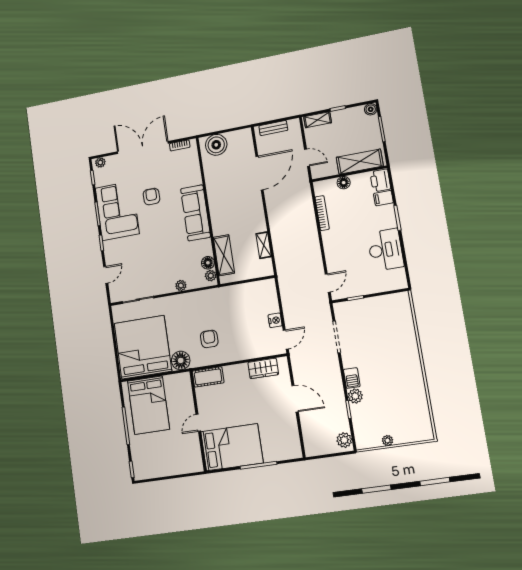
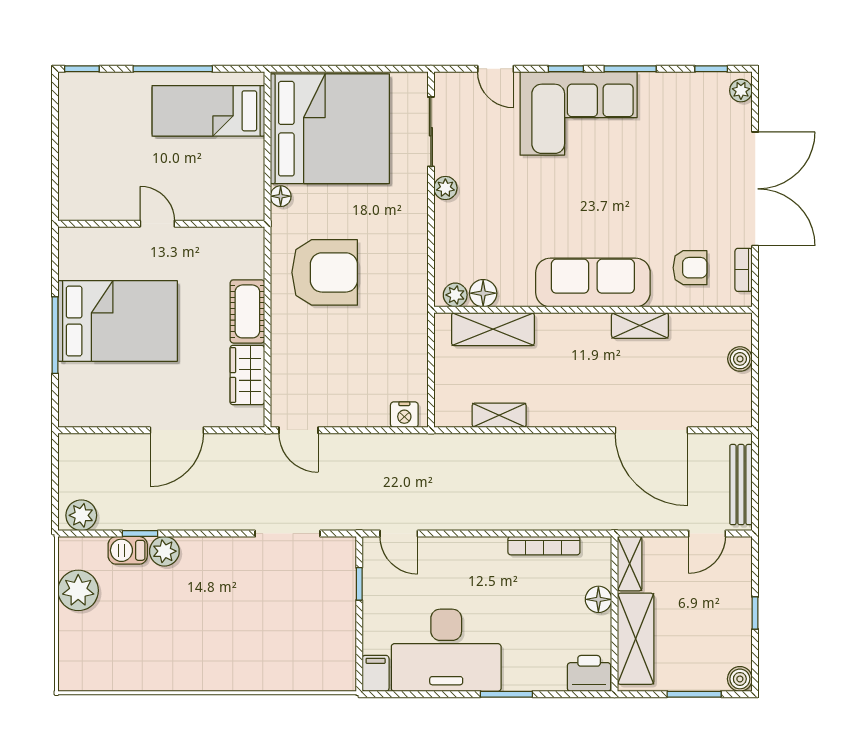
shelving: (318, 120) -> (630, 564), moved
bench: (273, 128) -> (741, 485), width x1.36
boiler: (216, 145) -> (740, 359), width x0.54, depth x0.54
door: (307, 158) -> (707, 534), moved
shelving: (212, 188) -> (640, 325), added
armchair: (151, 197) -> (690, 268), moved
filing cabinet: (383, 198) -> (376, 673), moved
corner sofa: (117, 211) -> (579, 113), moved
desk: (385, 250) -> (446, 650), width x1.36, depth x1.30
plant: (181, 285) -> (445, 188), moved
nightstand: (275, 320) -> (404, 415), moved
armchair: (209, 339) -> (325, 272), width x1.88, depth x1.88
floor lamp: (181, 360) -> (281, 196), width x0.53, depth x0.53
cot: (208, 377) -> (247, 311), moved
barbecue: (352, 378) -> (128, 550), moved
bed: (148, 405) -> (208, 111), width x0.67
plant: (388, 440) -> (78, 590), width x1.87, depth x1.87
bed: (232, 447) -> (118, 321), moved, turned -90

